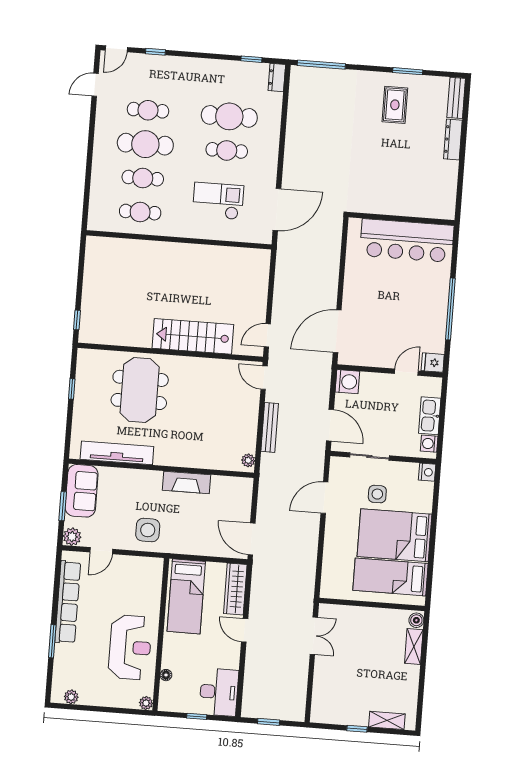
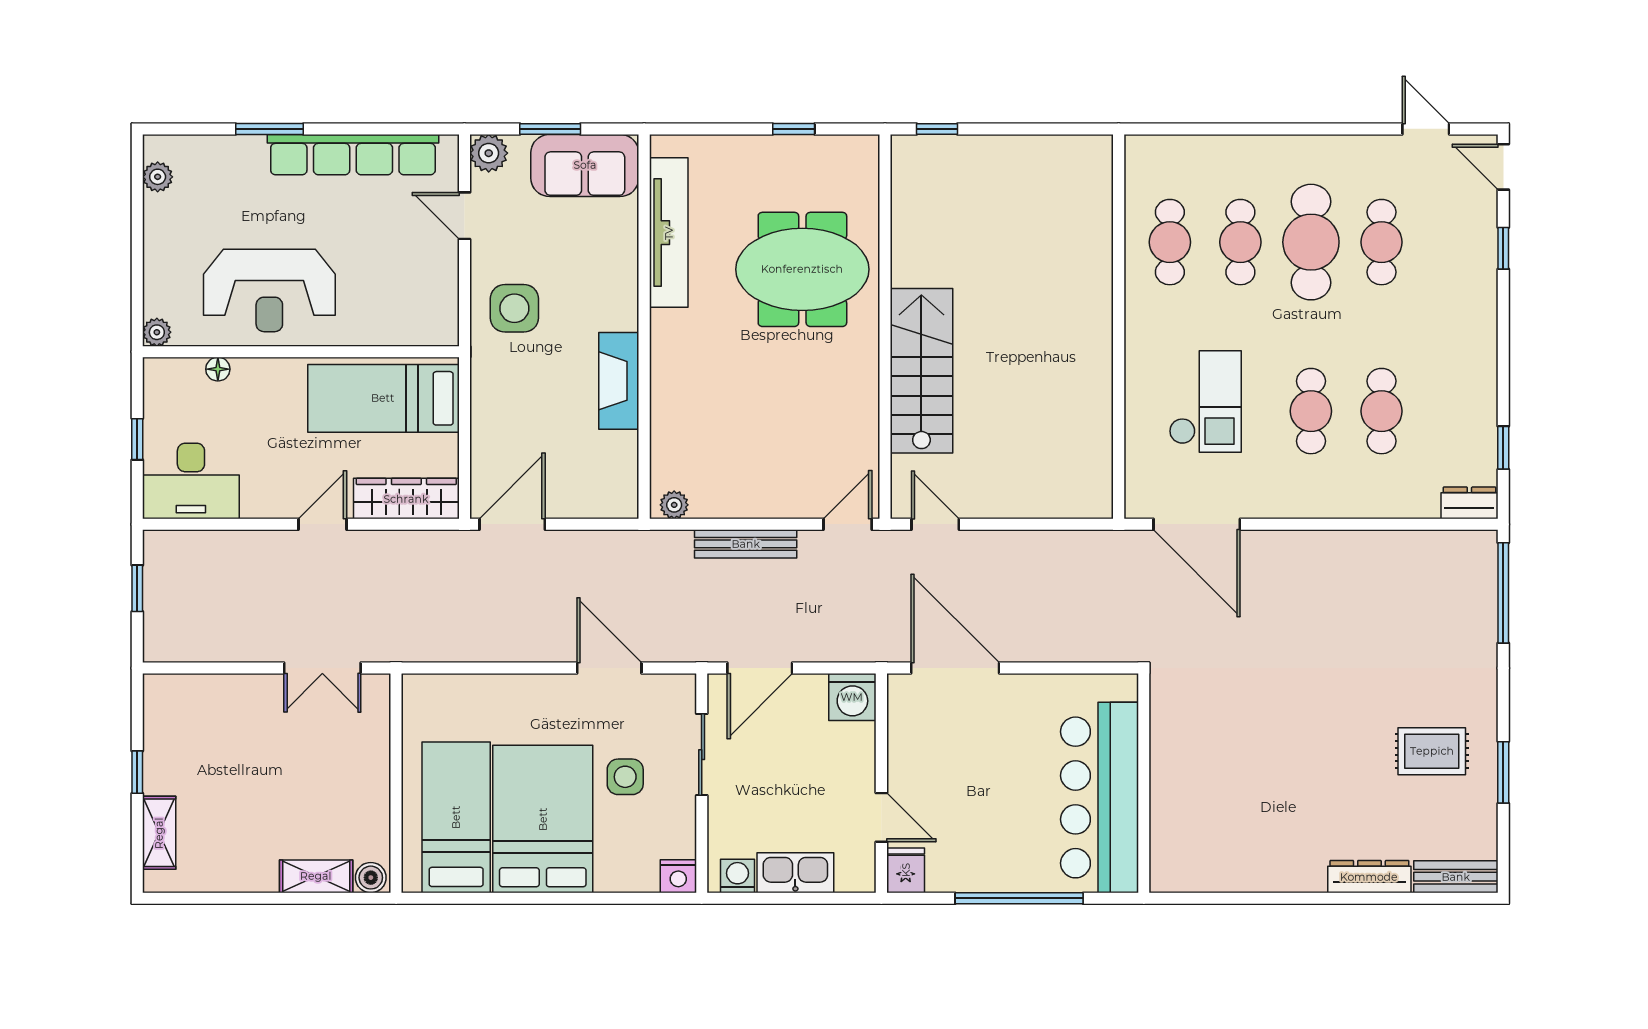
cafe table: (229, 116) -> (1382, 411), width x0.73, depth x0.74
wall: (402, 219) -> (1144, 783), moved
bar counter: (407, 241) -> (1100, 797), moved

